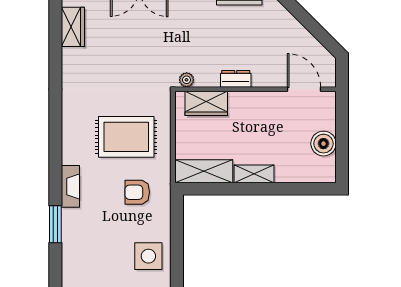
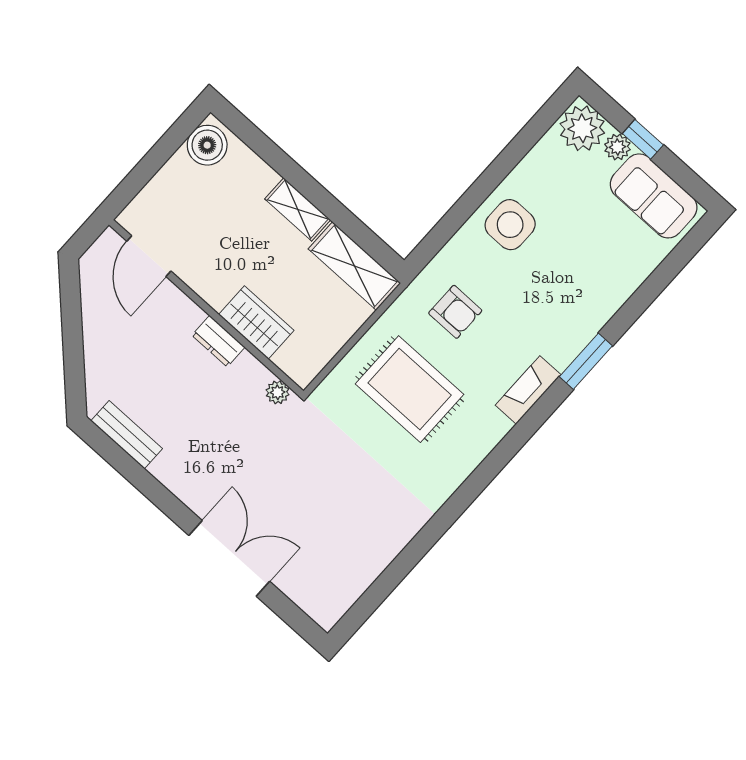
wardrobe: (73, 27) -> (356, 576), removed
wardrobe: (206, 103) -> (256, 323), moved
boiler: (323, 144) -> (207, 145), moved

